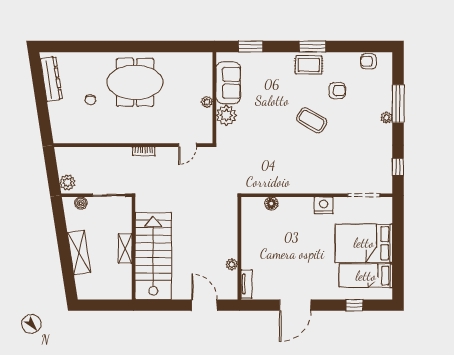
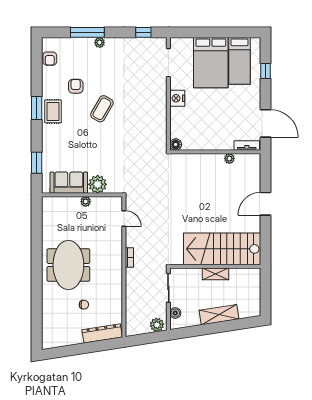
dresser: (51, 79) -> (102, 333), moved
wall: (239, 248) -> (215, 152), moved
plant: (232, 264) -> (229, 159), moved
tv unit: (247, 284) -> (247, 145), moved

